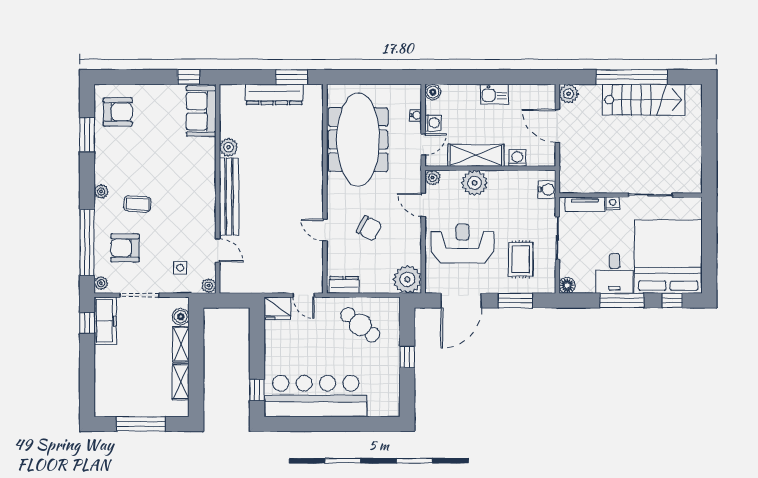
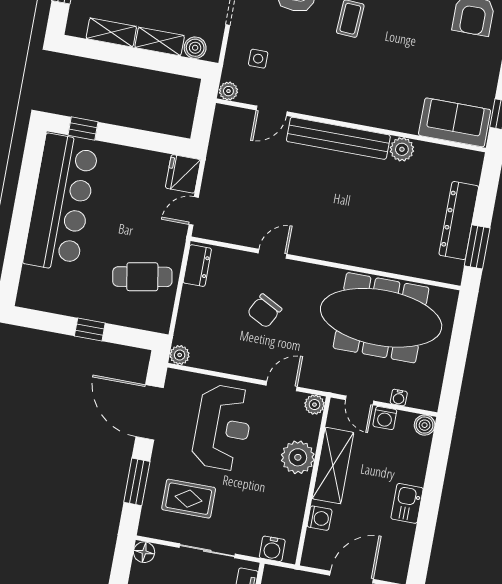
plant: (407, 279) -> (180, 355), width x0.53, depth x0.53
cafe table: (360, 325) -> (142, 277), turned 41

